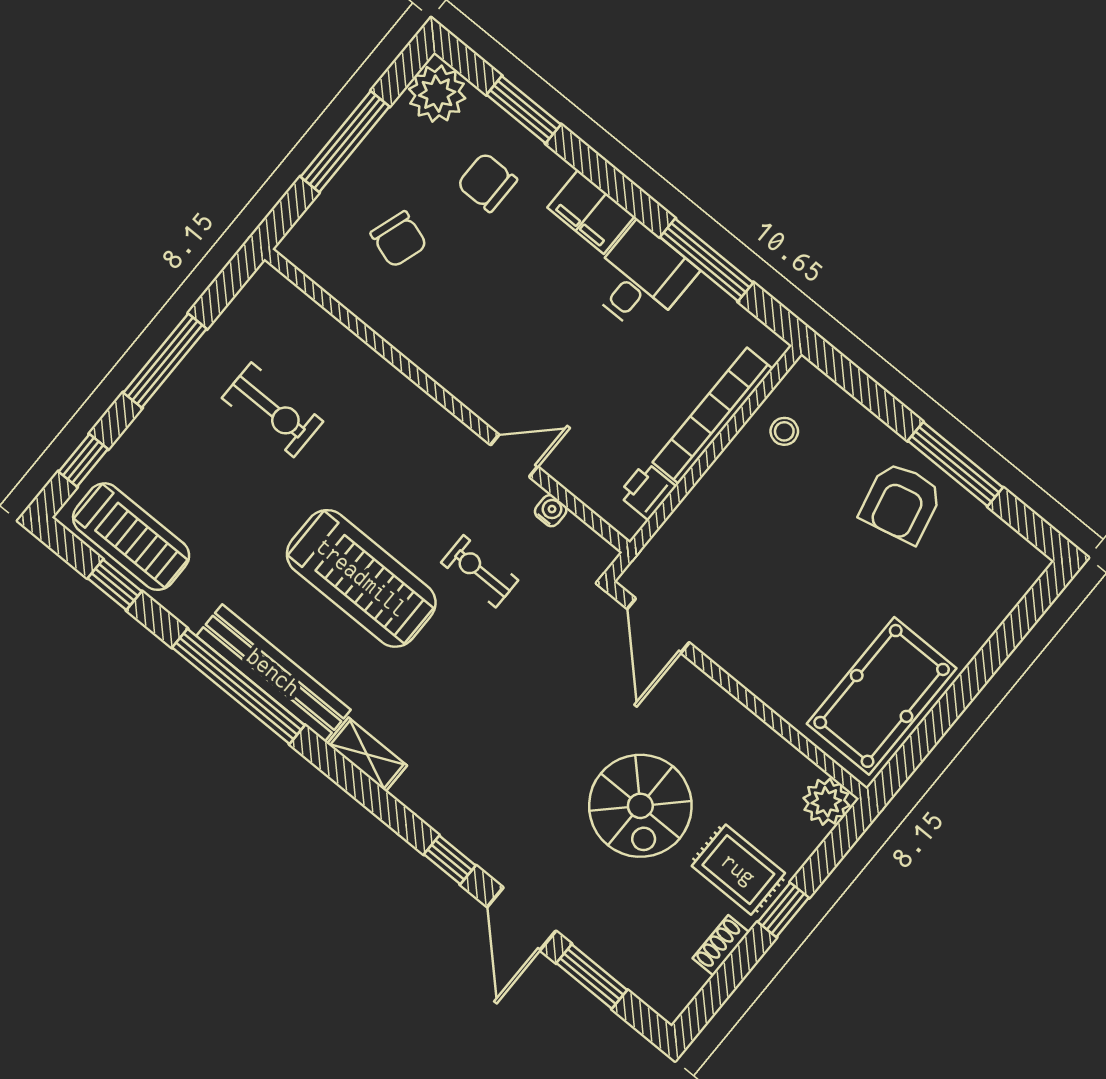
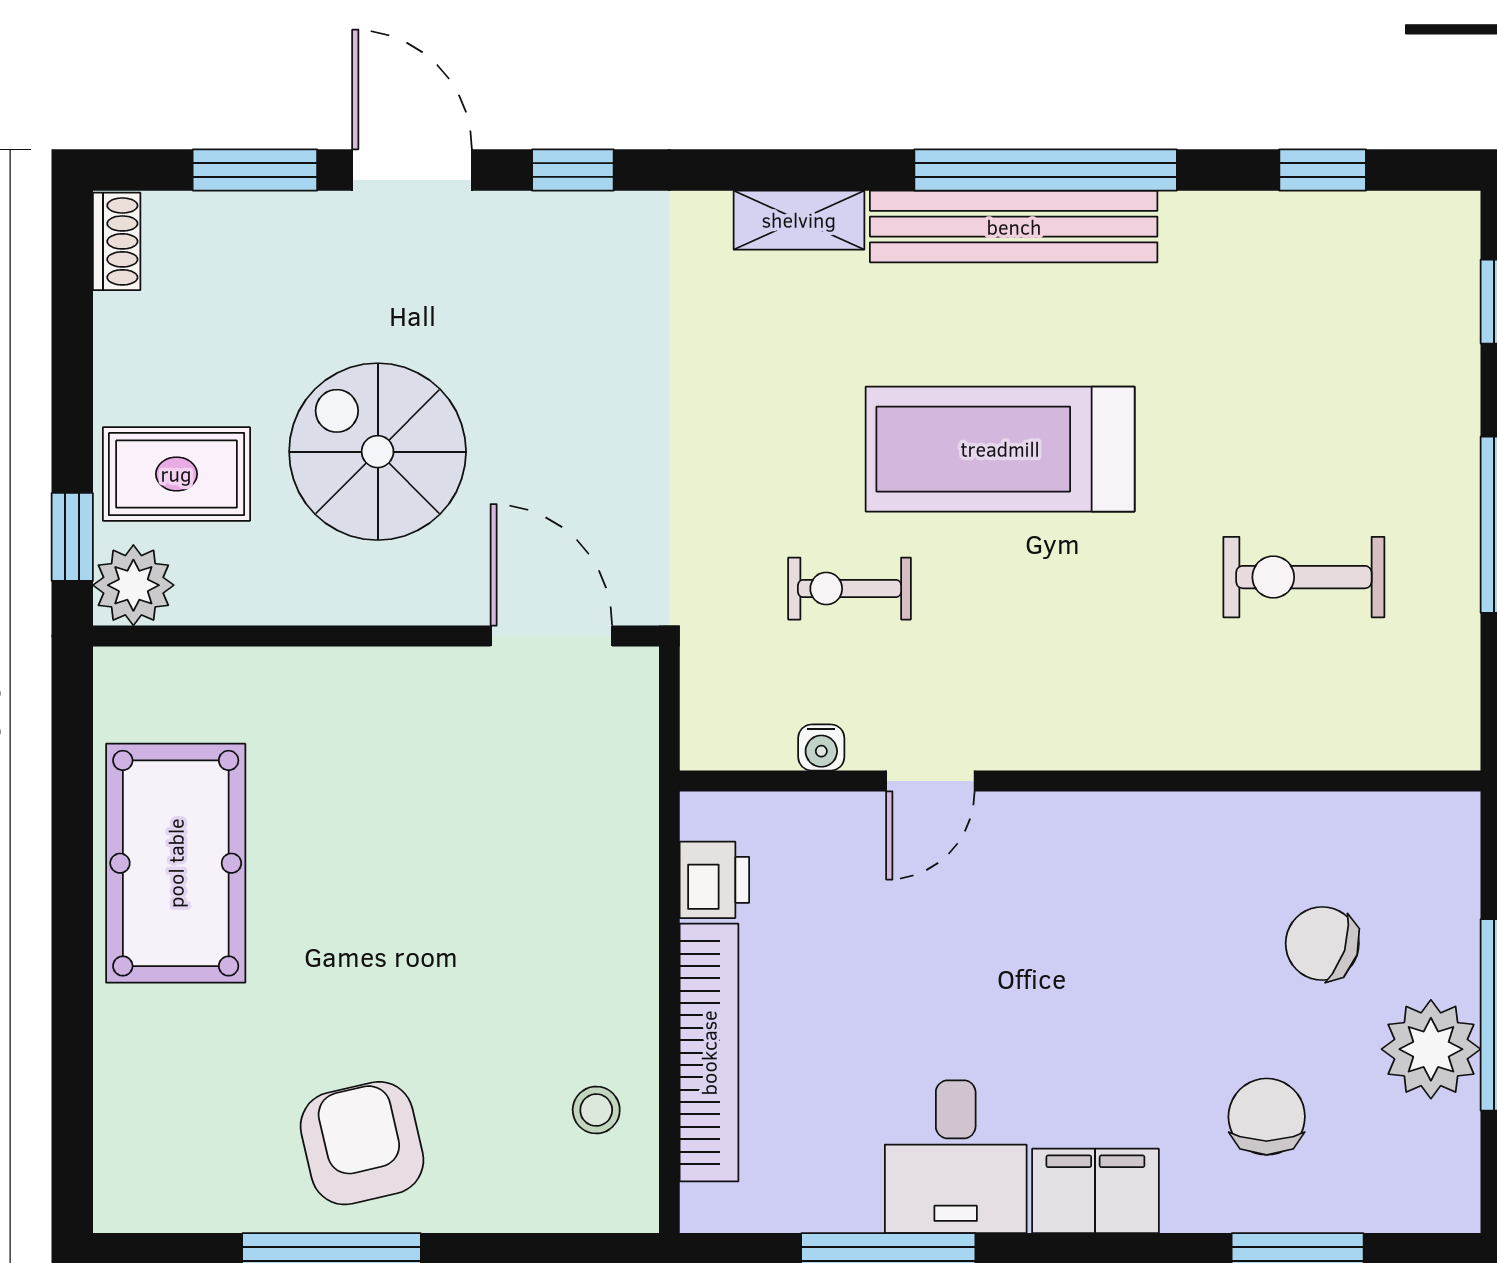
plant: (437, 94) -> (1431, 1049), moved
chair: (487, 182) -> (1267, 1117), turned -90
treadmill: (131, 537) -> (1354, 252), removed
exercise bike: (480, 571) -> (850, 589), turned 180
door: (658, 626) -> (551, 636), moved
wall: (737, 690) -> (376, 636), moved
plant: (826, 802) -> (133, 585), moved
window: (783, 910) -> (72, 537), moved
shoe rack: (721, 945) -> (117, 241), moved

